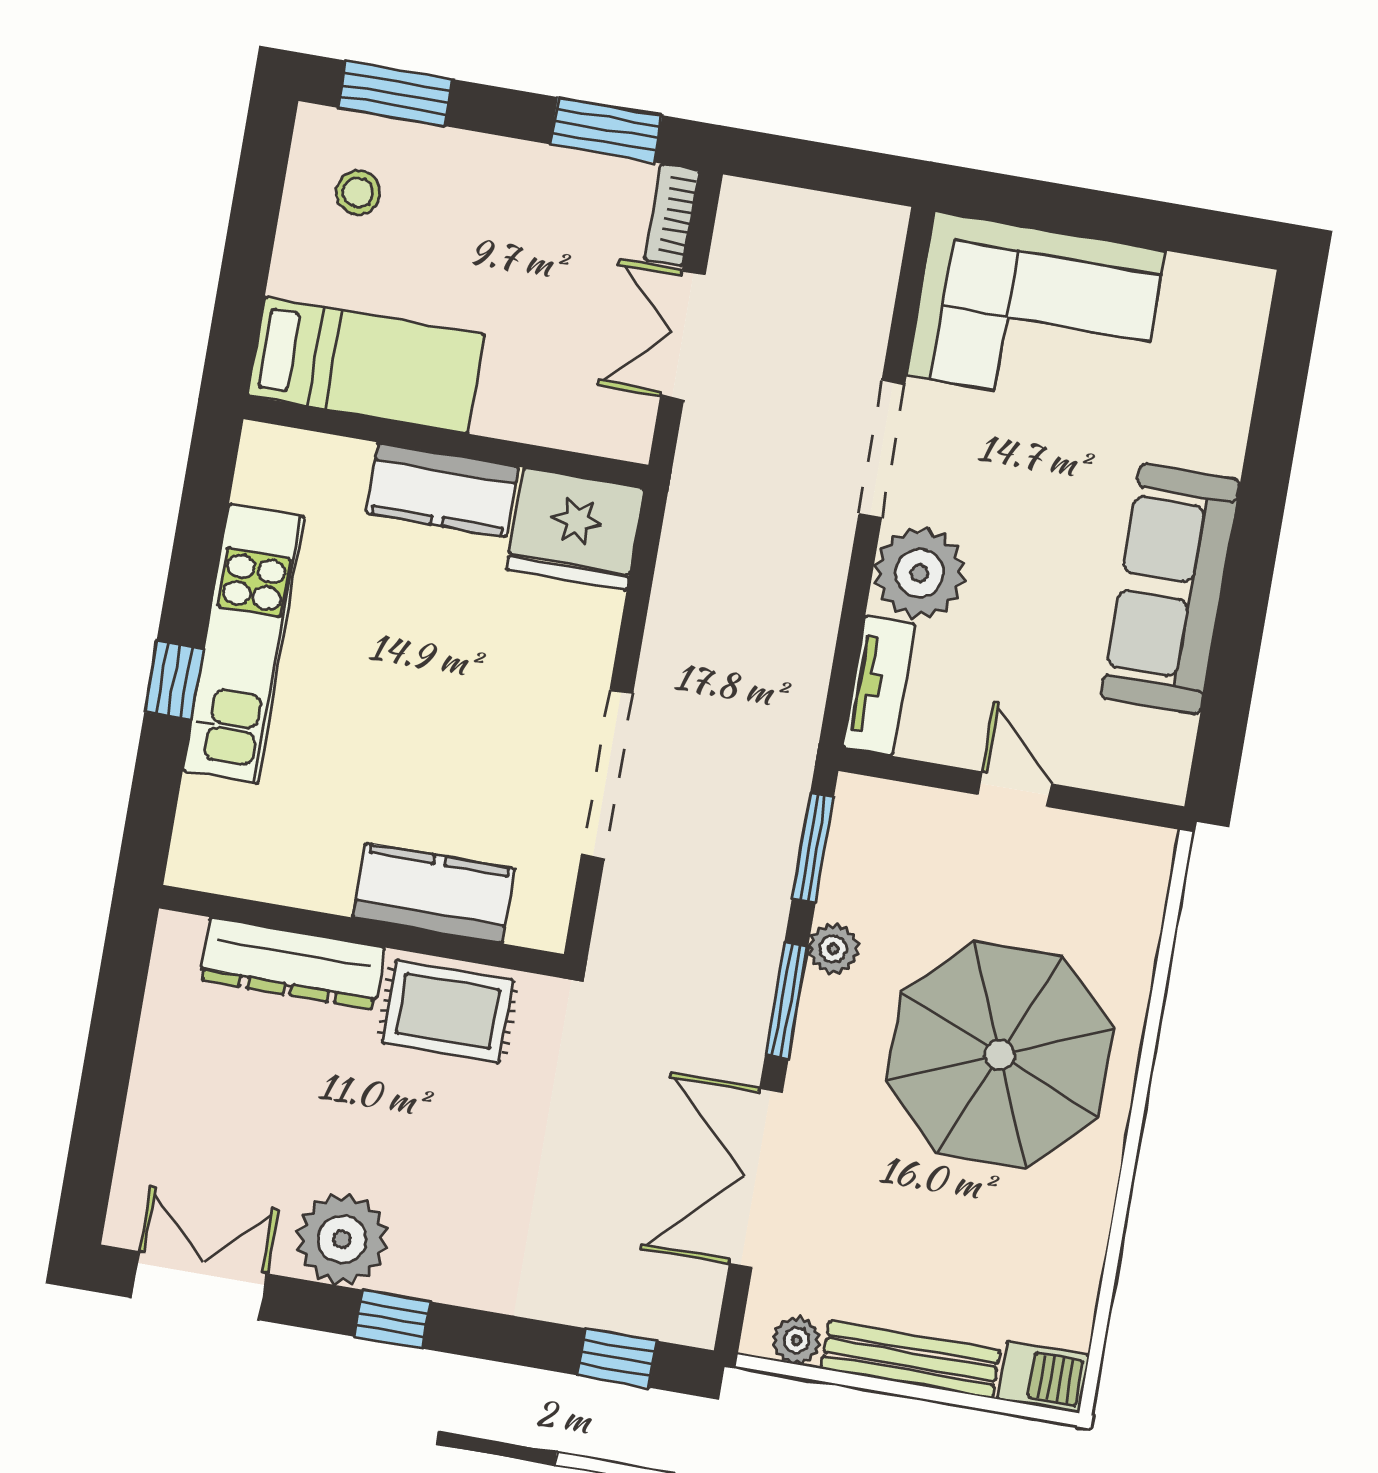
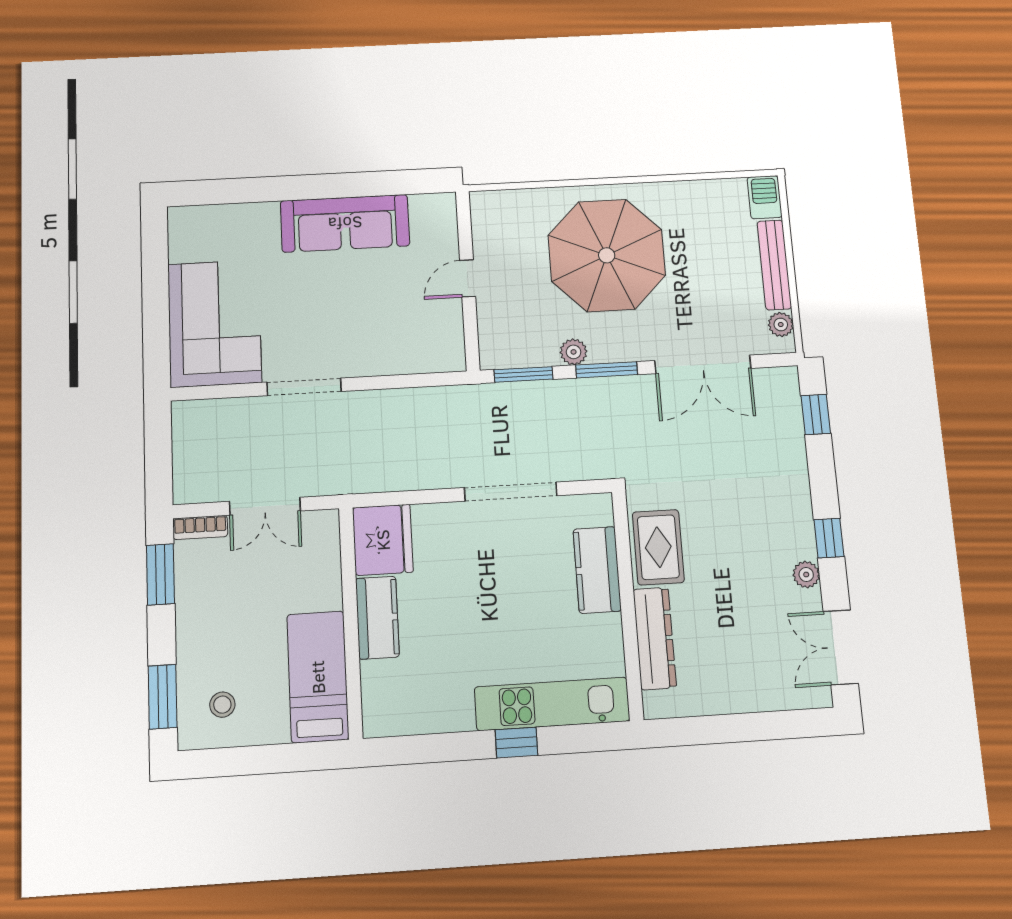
plant: (919, 573) -> (366, 352), removed
kitchen unit: (244, 644) -> (552, 704), moved
tv unit: (879, 686) -> (430, 360), removed
plant: (342, 1239) -> (806, 575), width x0.53, depth x0.53

